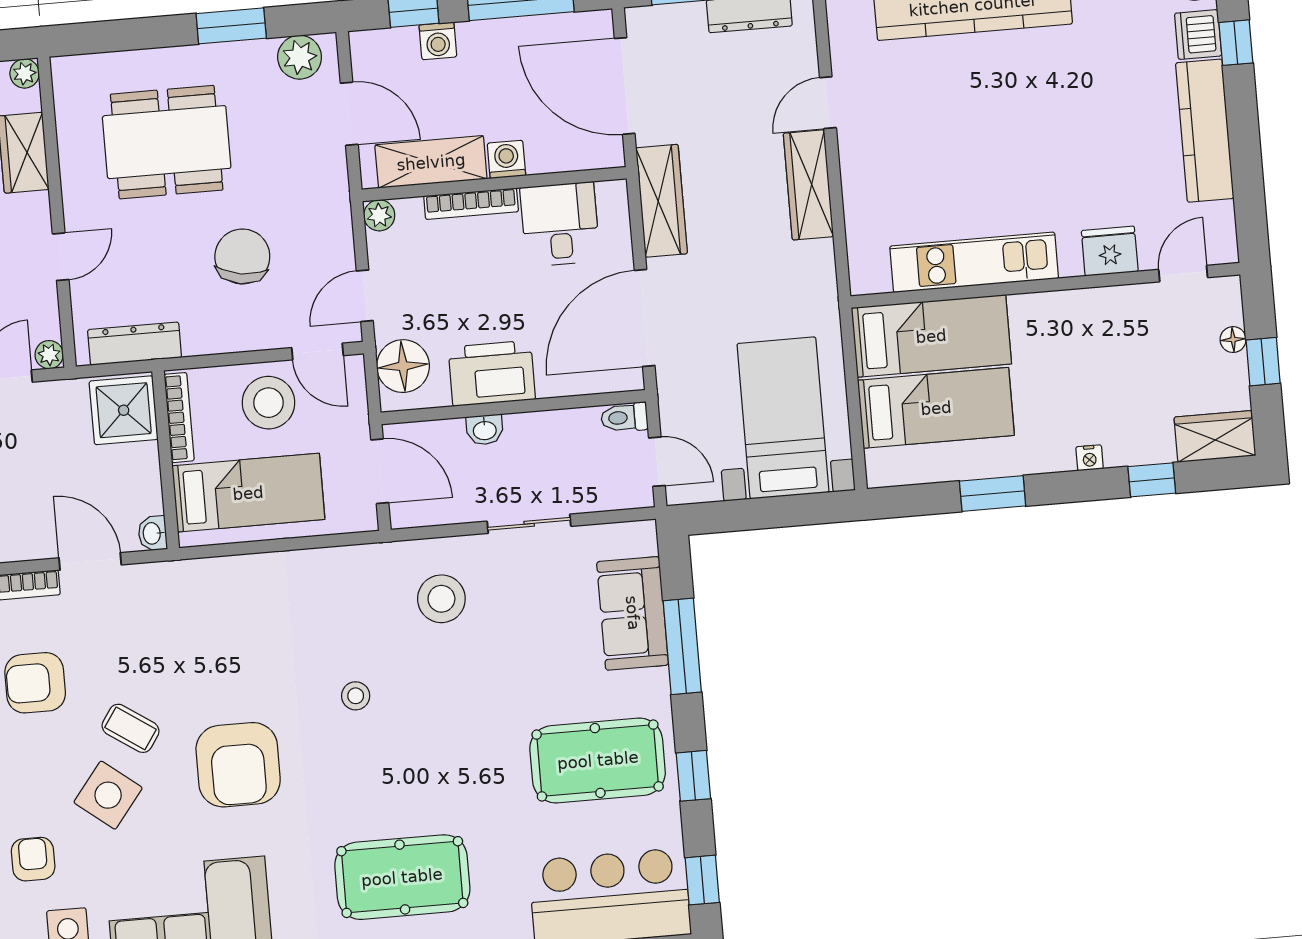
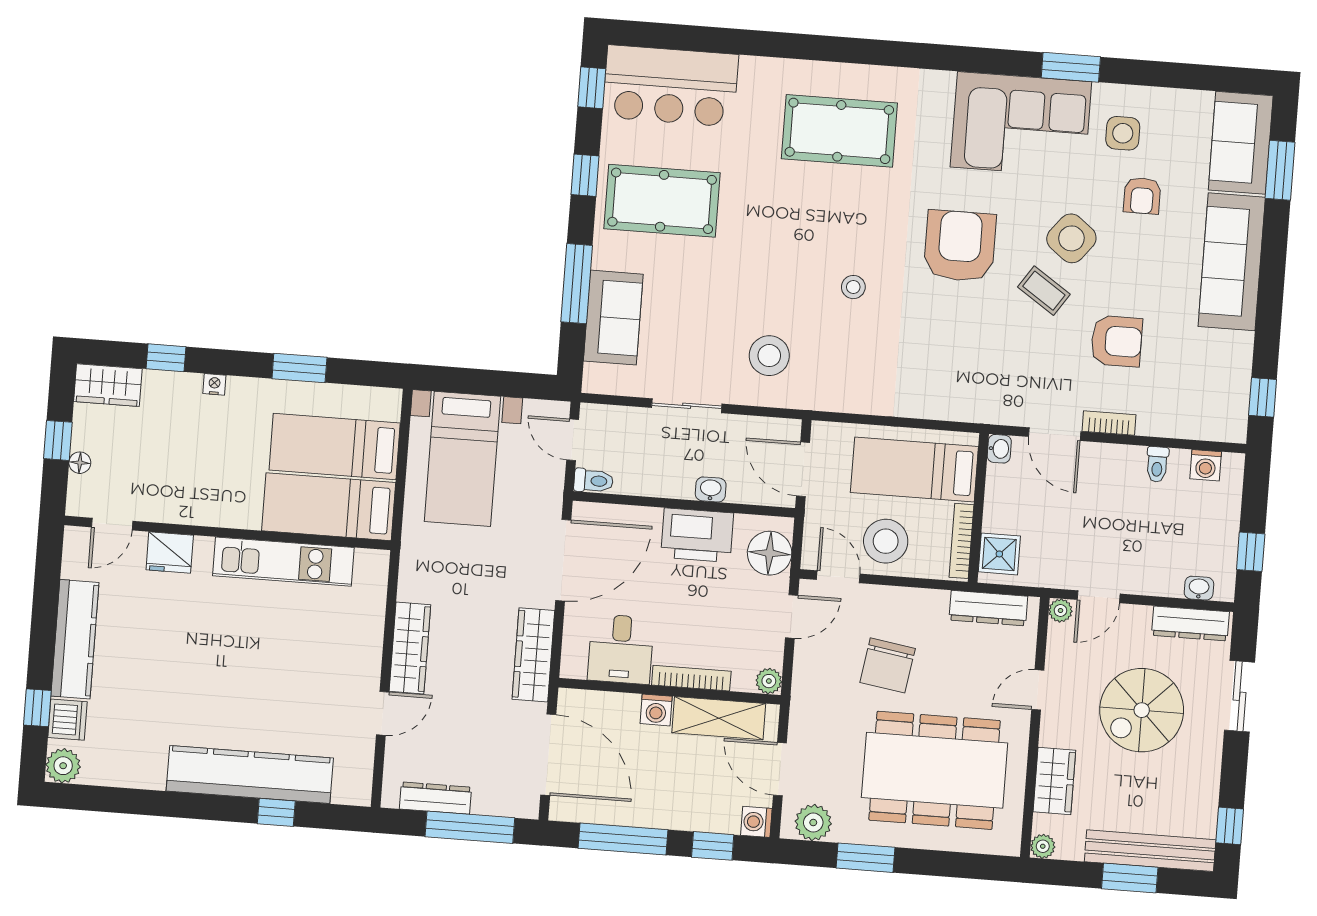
washing machine: (438, 41) -> (756, 822), moved, turned -90
dining table: (167, 142) -> (935, 770), width x1.36, depth x1.24
shower: (124, 410) -> (999, 554), width x0.73, depth x0.73

